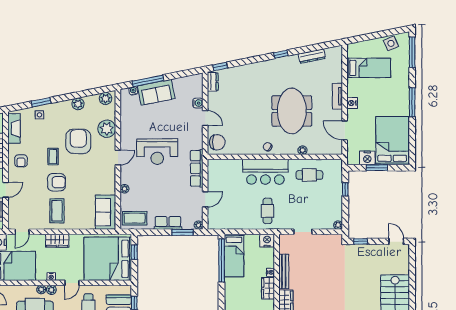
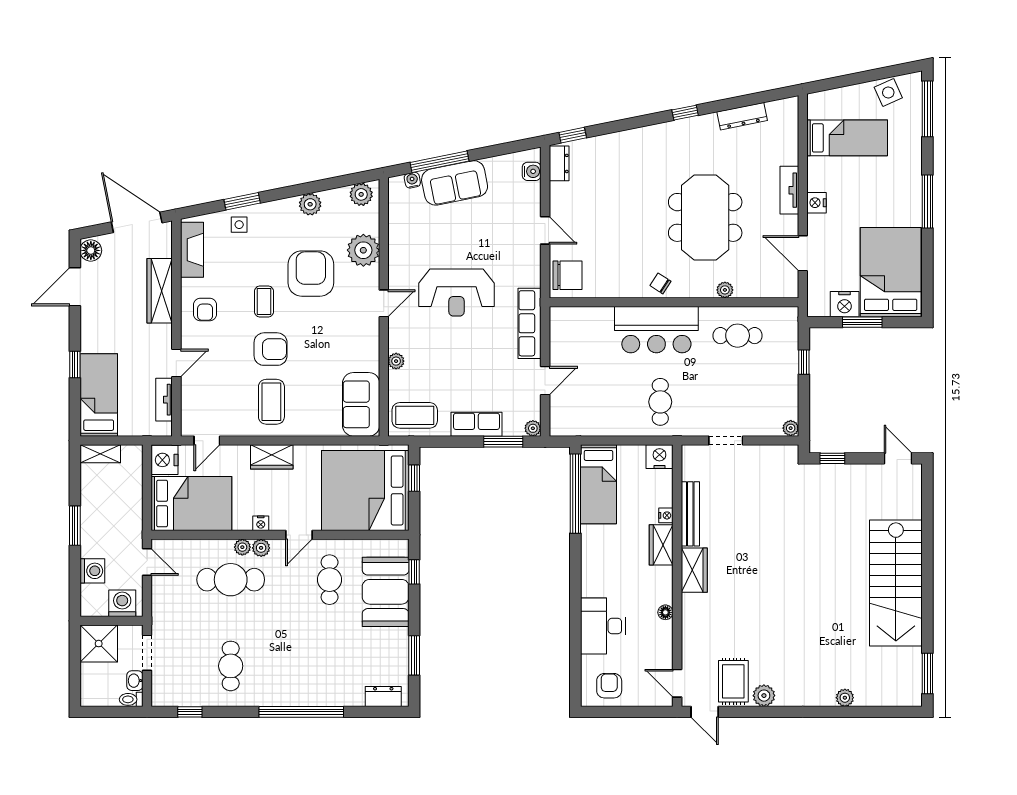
water cooler: (198, 103) -> (532, 171), moved

